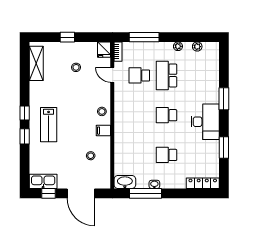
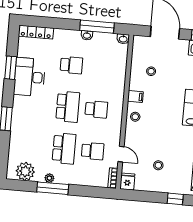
window: (67, 37) -> (175, 199), moved
window: (144, 37) -> (53, 188), moved
plant: (197, 47) -> (25, 171), width x1.88, depth x1.88
school desk: (139, 115) -> (96, 109), added
school desk: (167, 115) -> (68, 107), width x1.85
desk: (205, 122) -> (30, 77), moved
washbasin: (125, 182) -> (123, 39), width x0.52, depth x0.69

